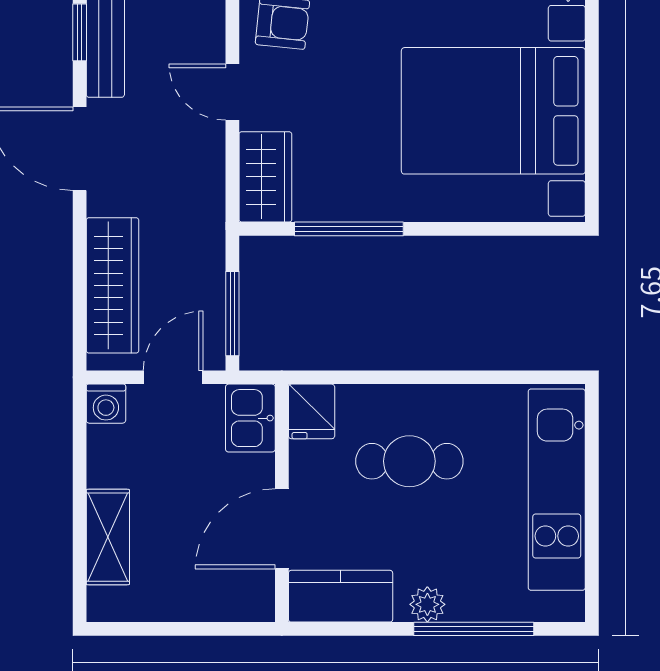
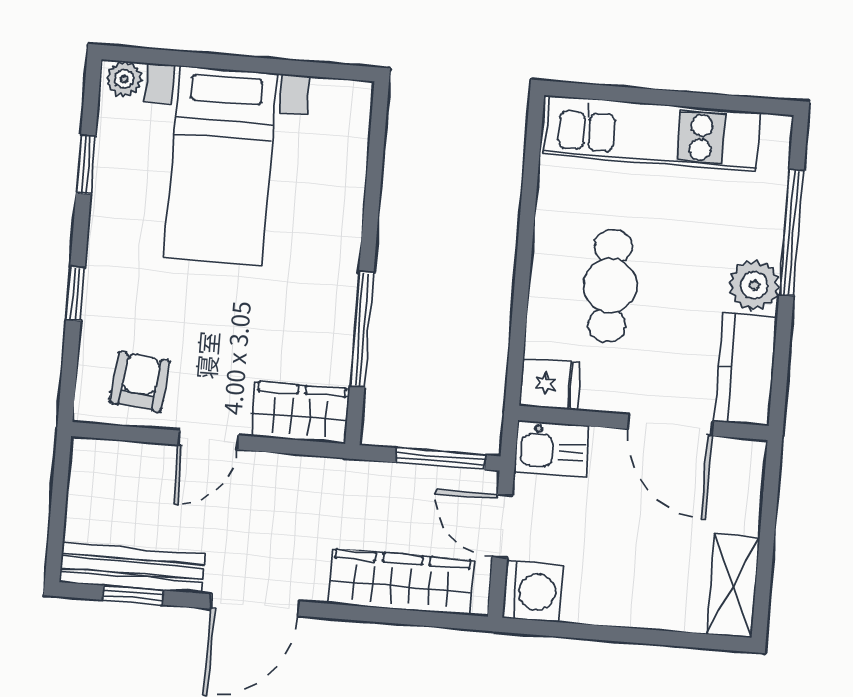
bed with nightstands: (493, 111) -> (221, 166), width x0.73
washing machine: (106, 404) -> (533, 592), width x1.38, depth x1.38
shelving: (108, 537) -> (733, 586), moved, turned 90
plant: (427, 604) -> (754, 285), width x1.38, depth x1.38

